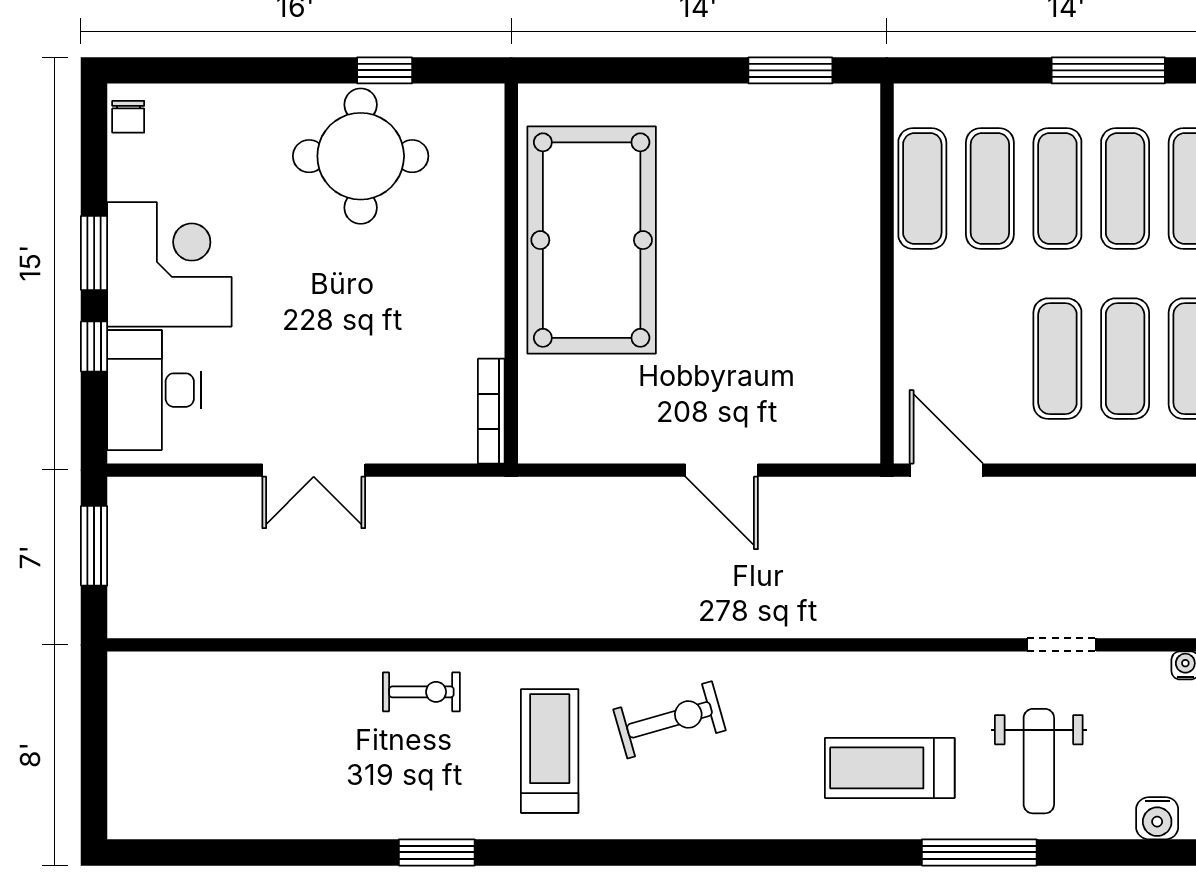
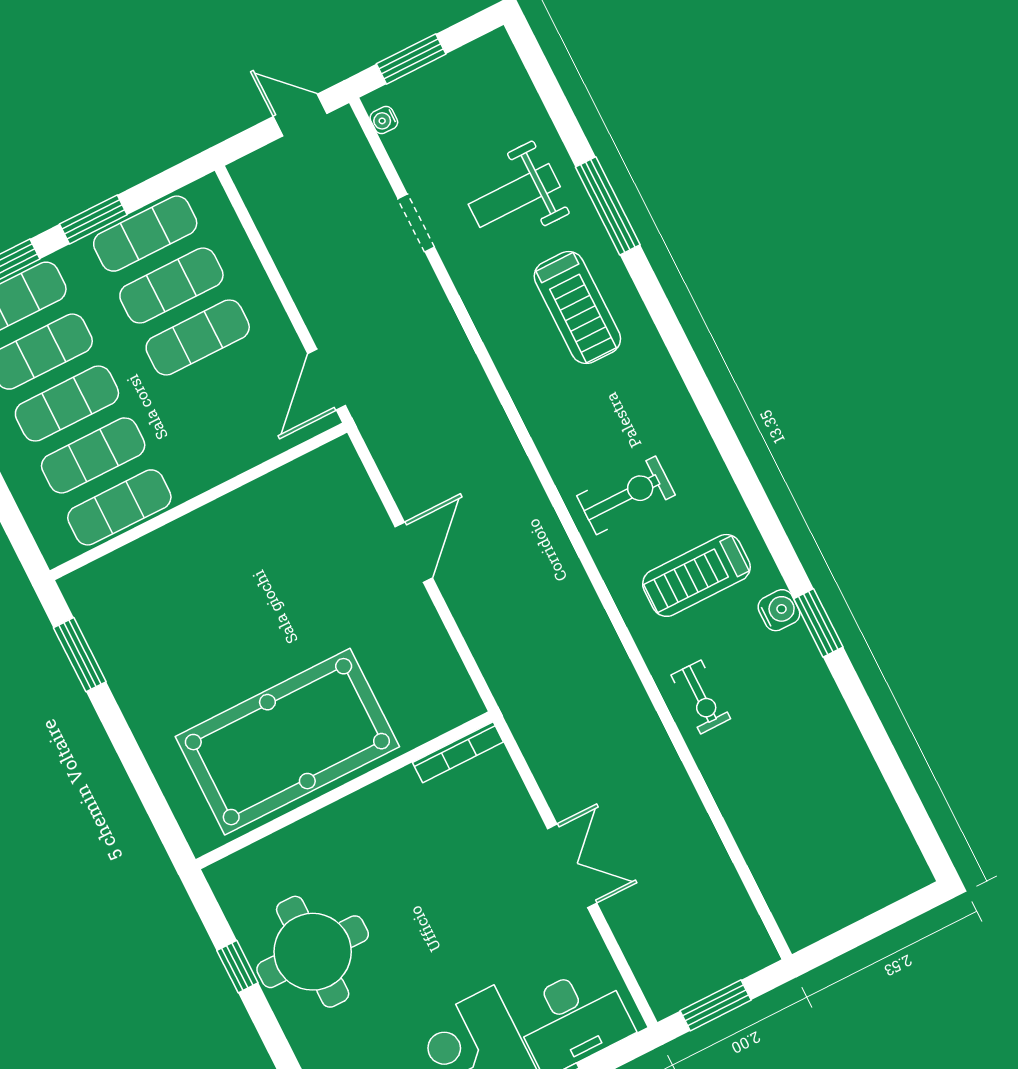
exercise bike: (421, 692) -> (701, 697), turned 180
exercise bike: (670, 720) -> (626, 495), turned 106
weight bench: (1039, 761) -> (514, 195), turned 180
water cooler: (1157, 818) -> (779, 610), moved

